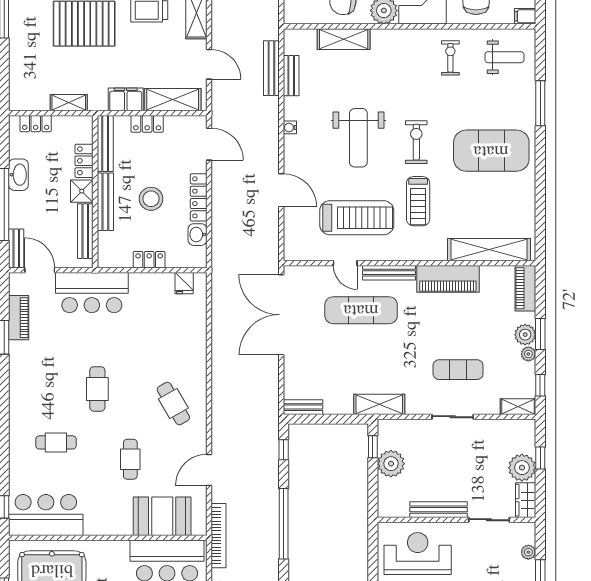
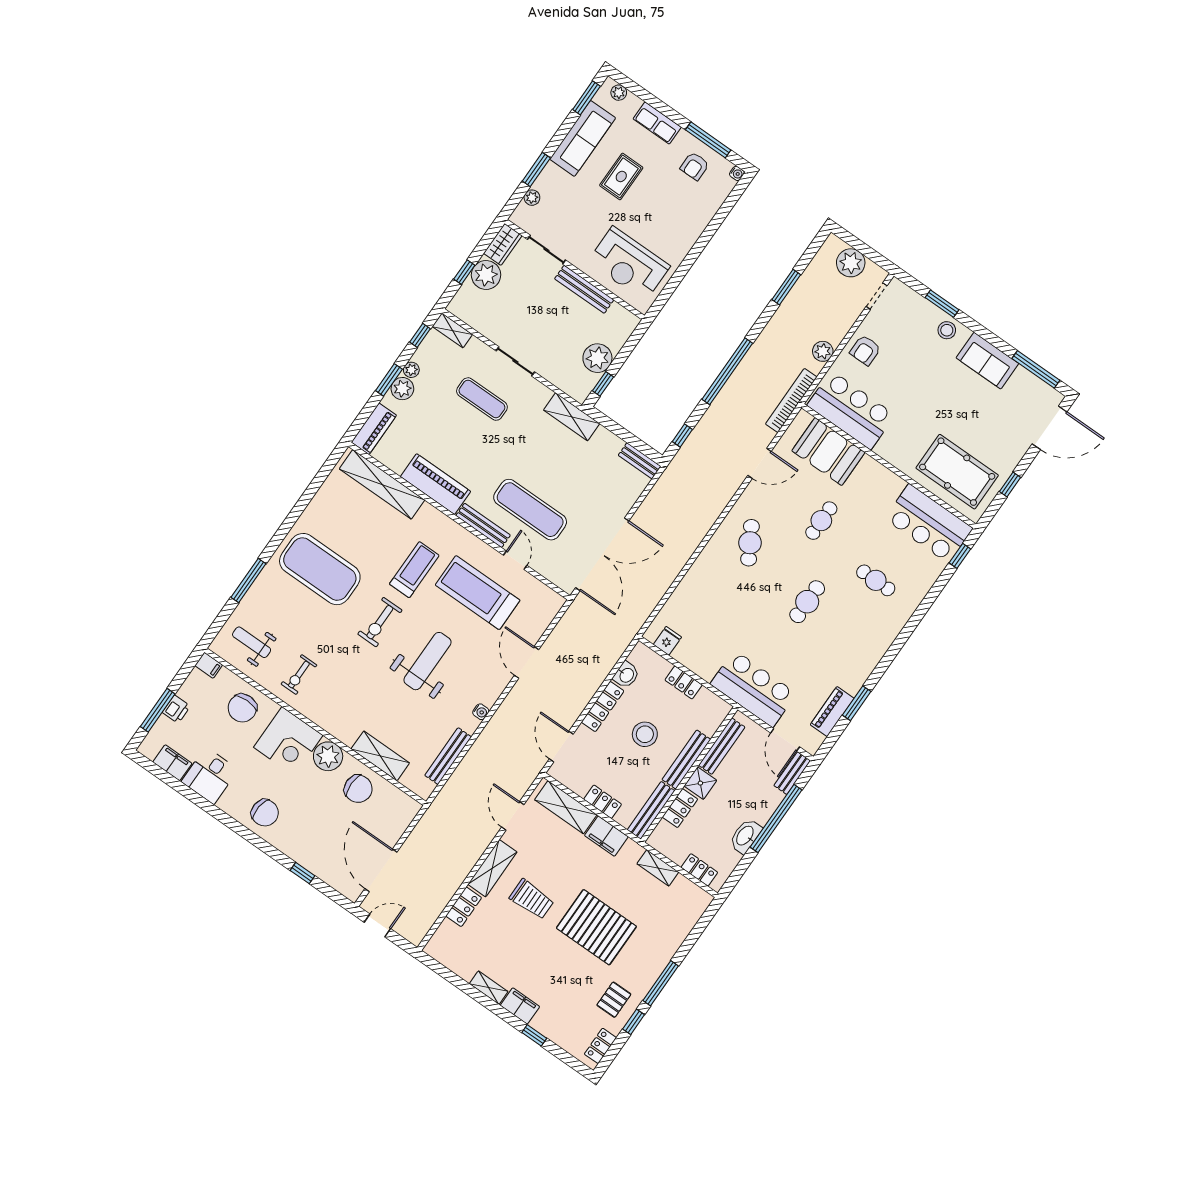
bench: (271, 68) -> (461, 775), removed
bench: (291, 76) -> (448, 756), width x1.36

